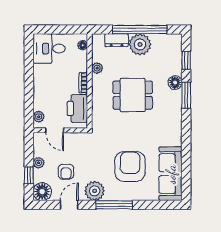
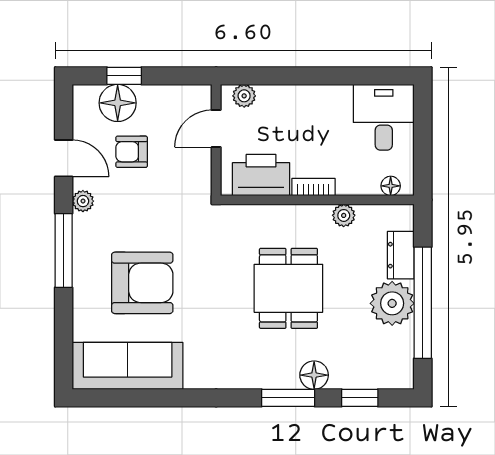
plant: (39, 163) -> (150, 96), removed
plant: (95, 191) -> (83, 201), width x0.53, depth x0.53
floor lamp: (42, 192) -> (118, 103), moved

